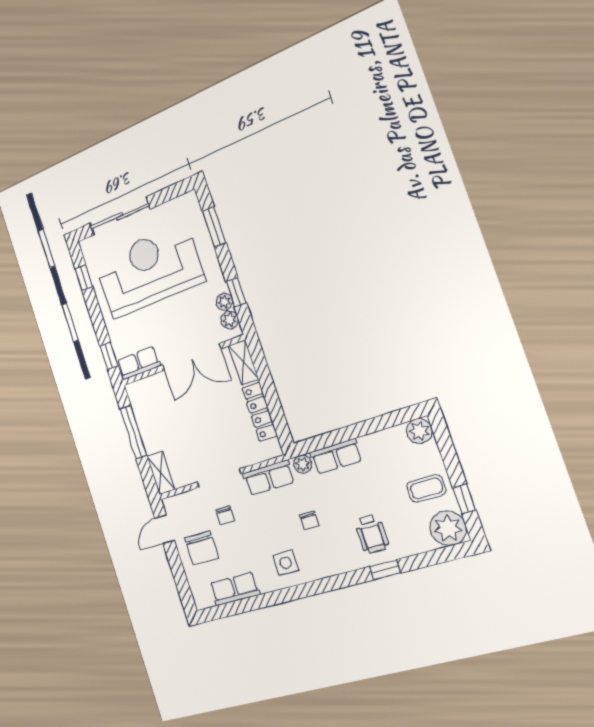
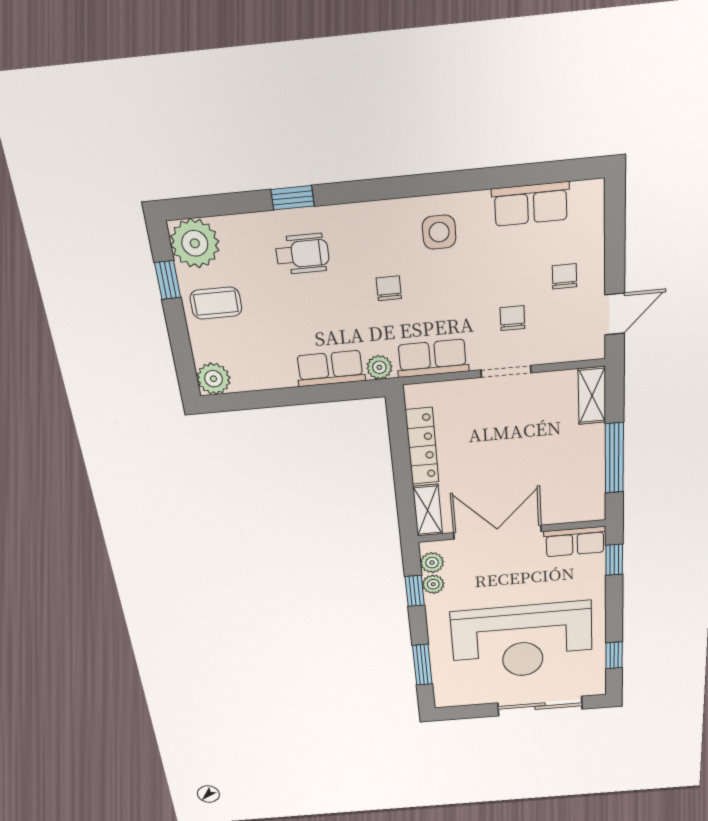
doorway: (219, 478) -> (506, 371), width x0.73
wheelchair: (372, 534) -> (302, 254), turned 90
chair: (202, 548) -> (564, 276), width x0.54, depth x0.54

